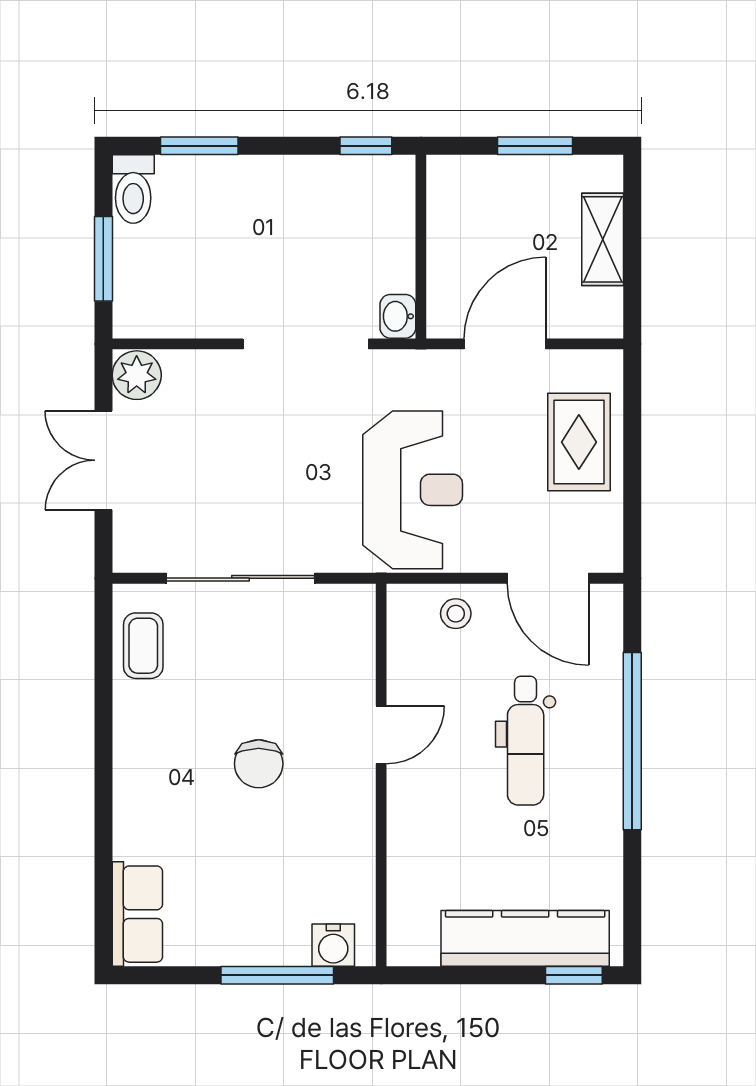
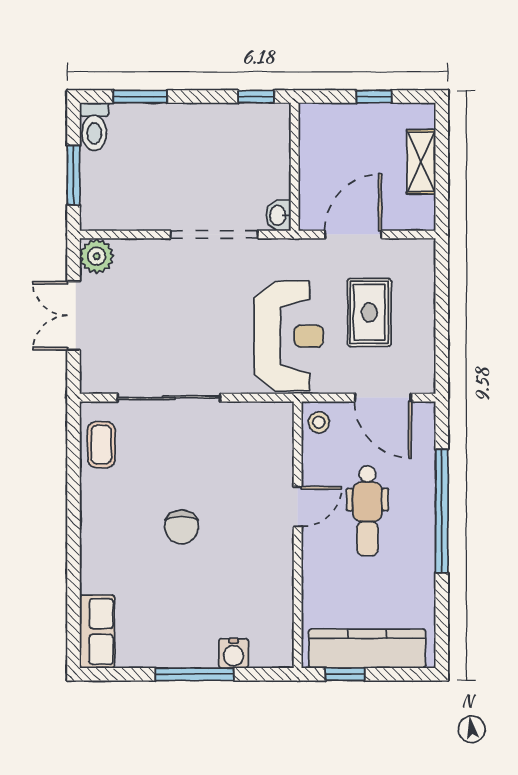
window: (535, 146) -> (374, 97), width x0.67
rug: (579, 442) -> (369, 312), moved
door: (381, 735) -> (298, 507), moved
wall: (381, 775) -> (298, 535), moved
window: (574, 975) -> (345, 674), moved

